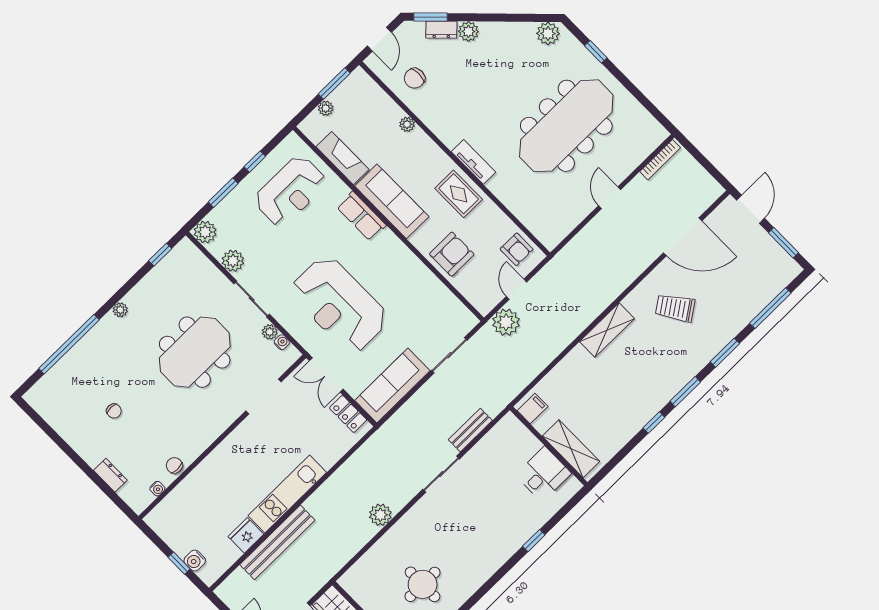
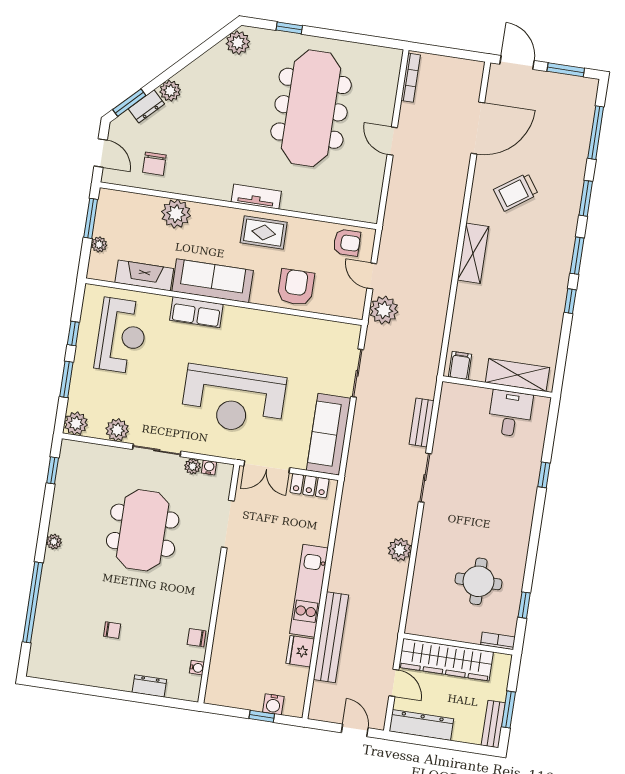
plant: (407, 124) -> (176, 214), width x1.87, depth x1.87

